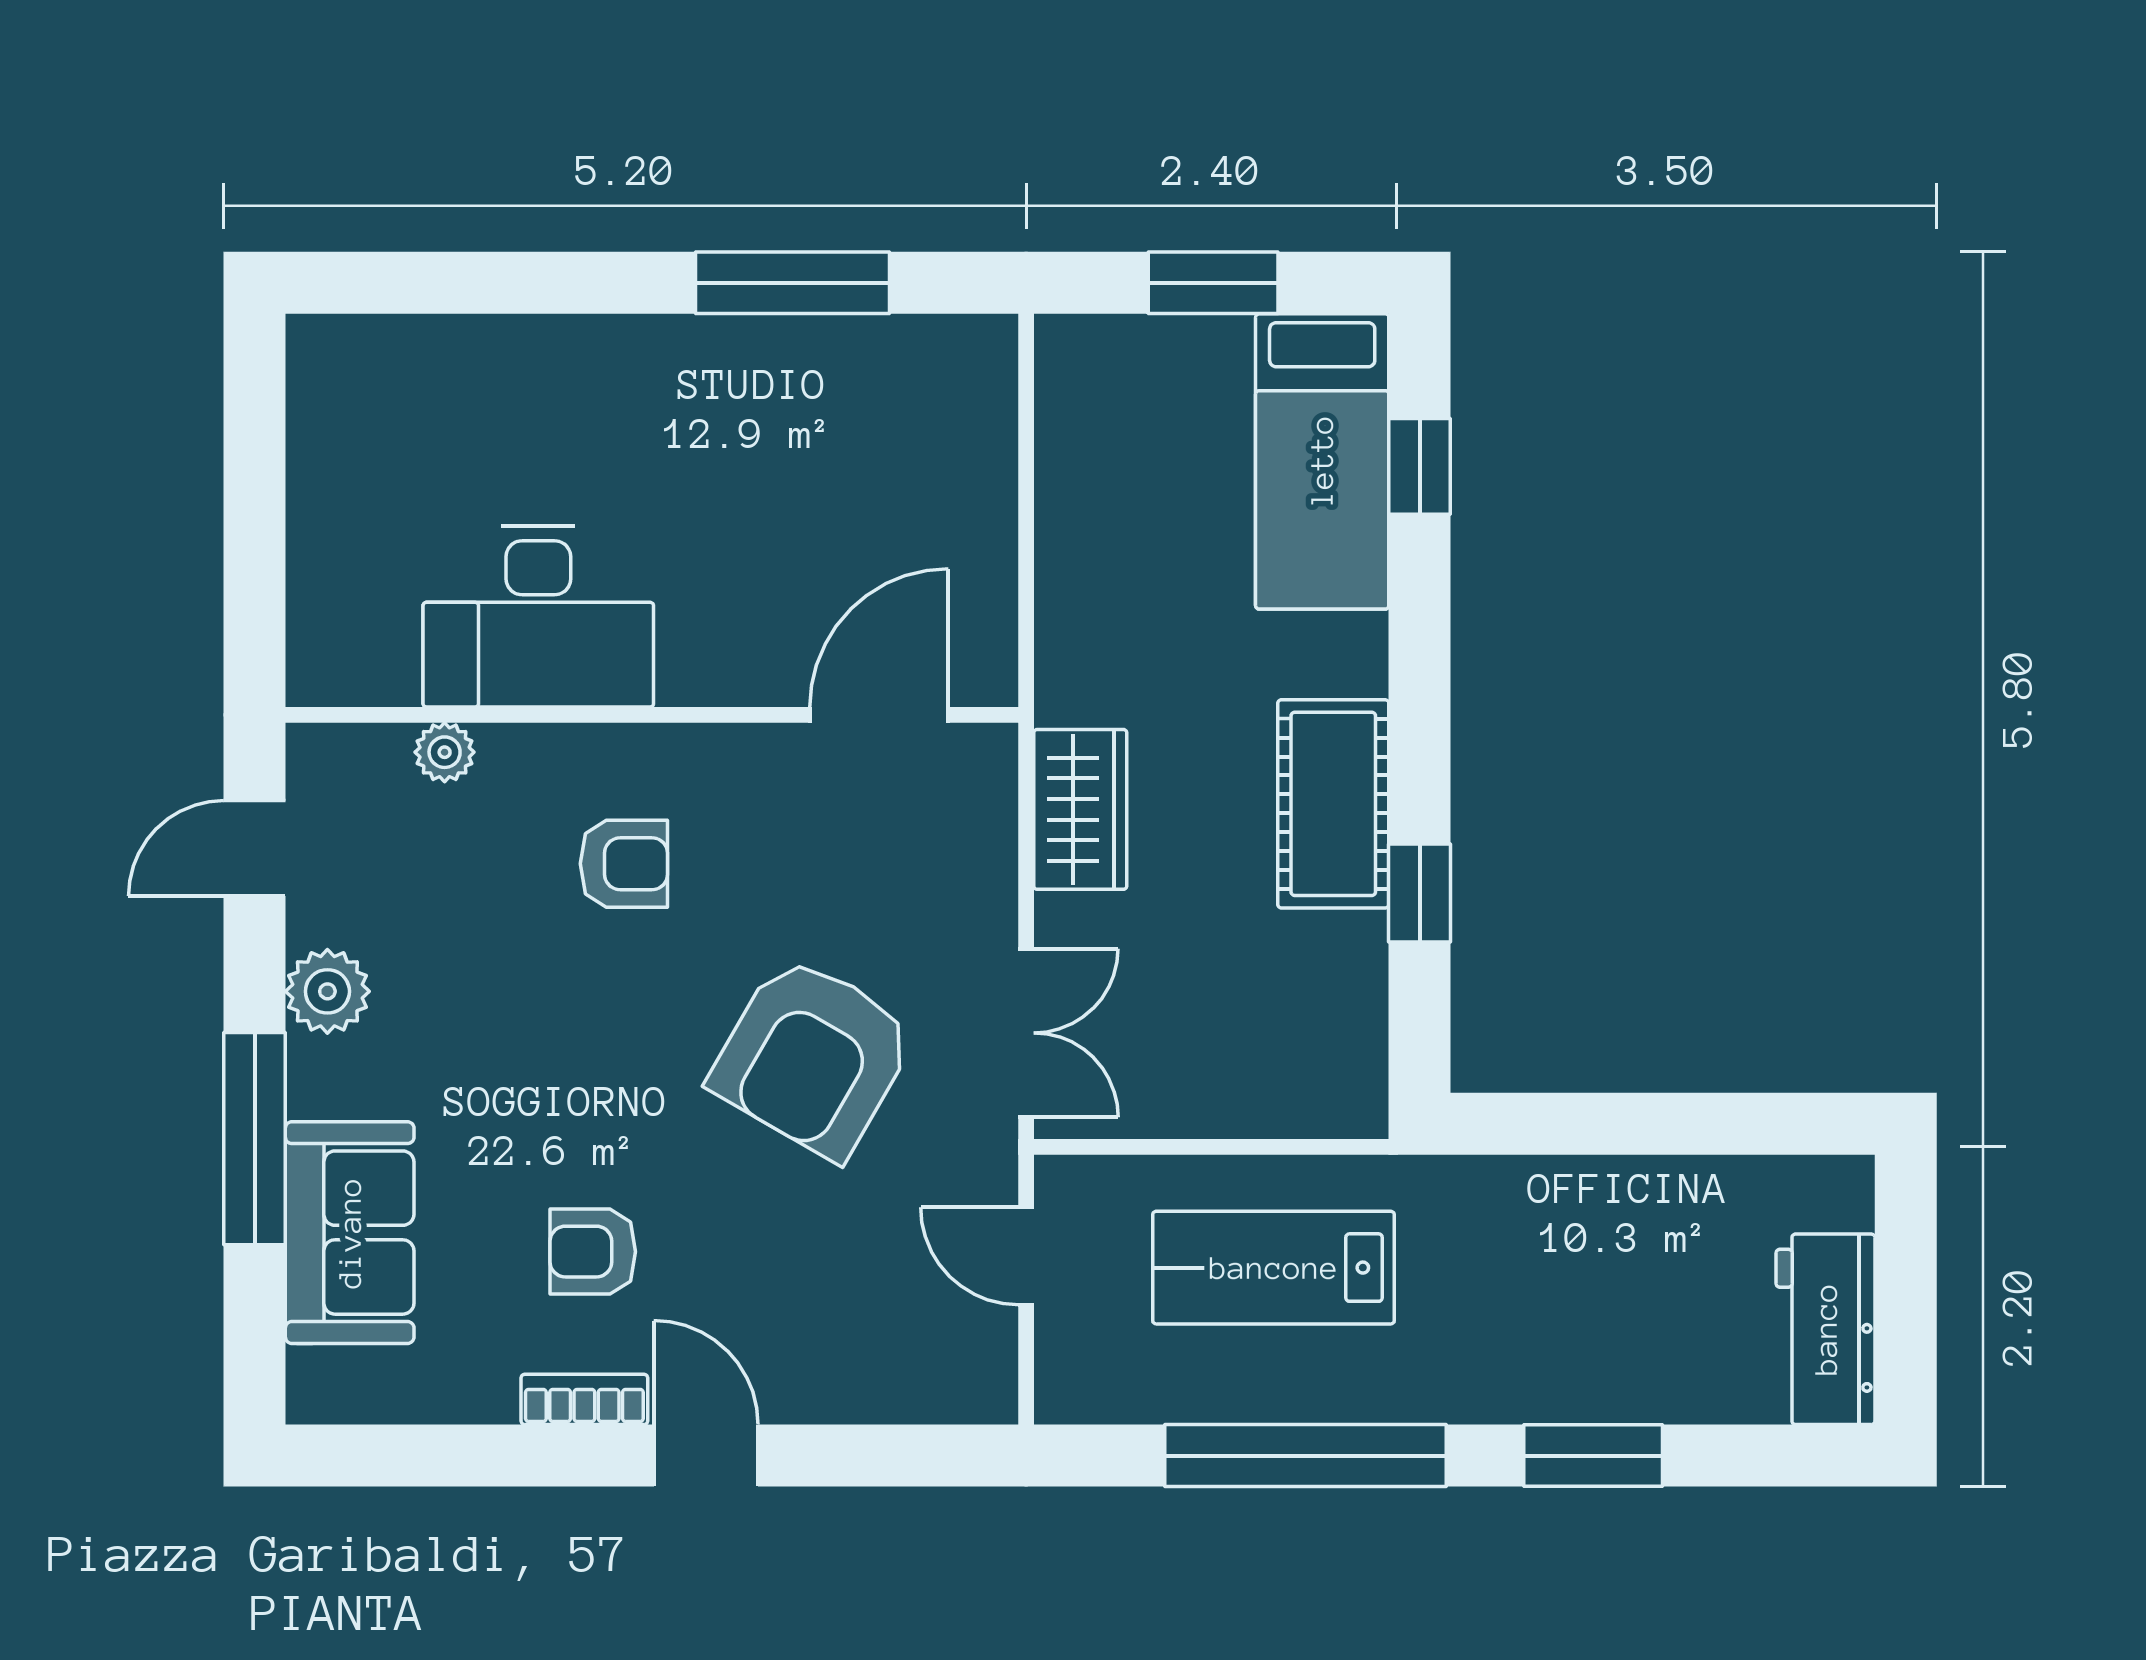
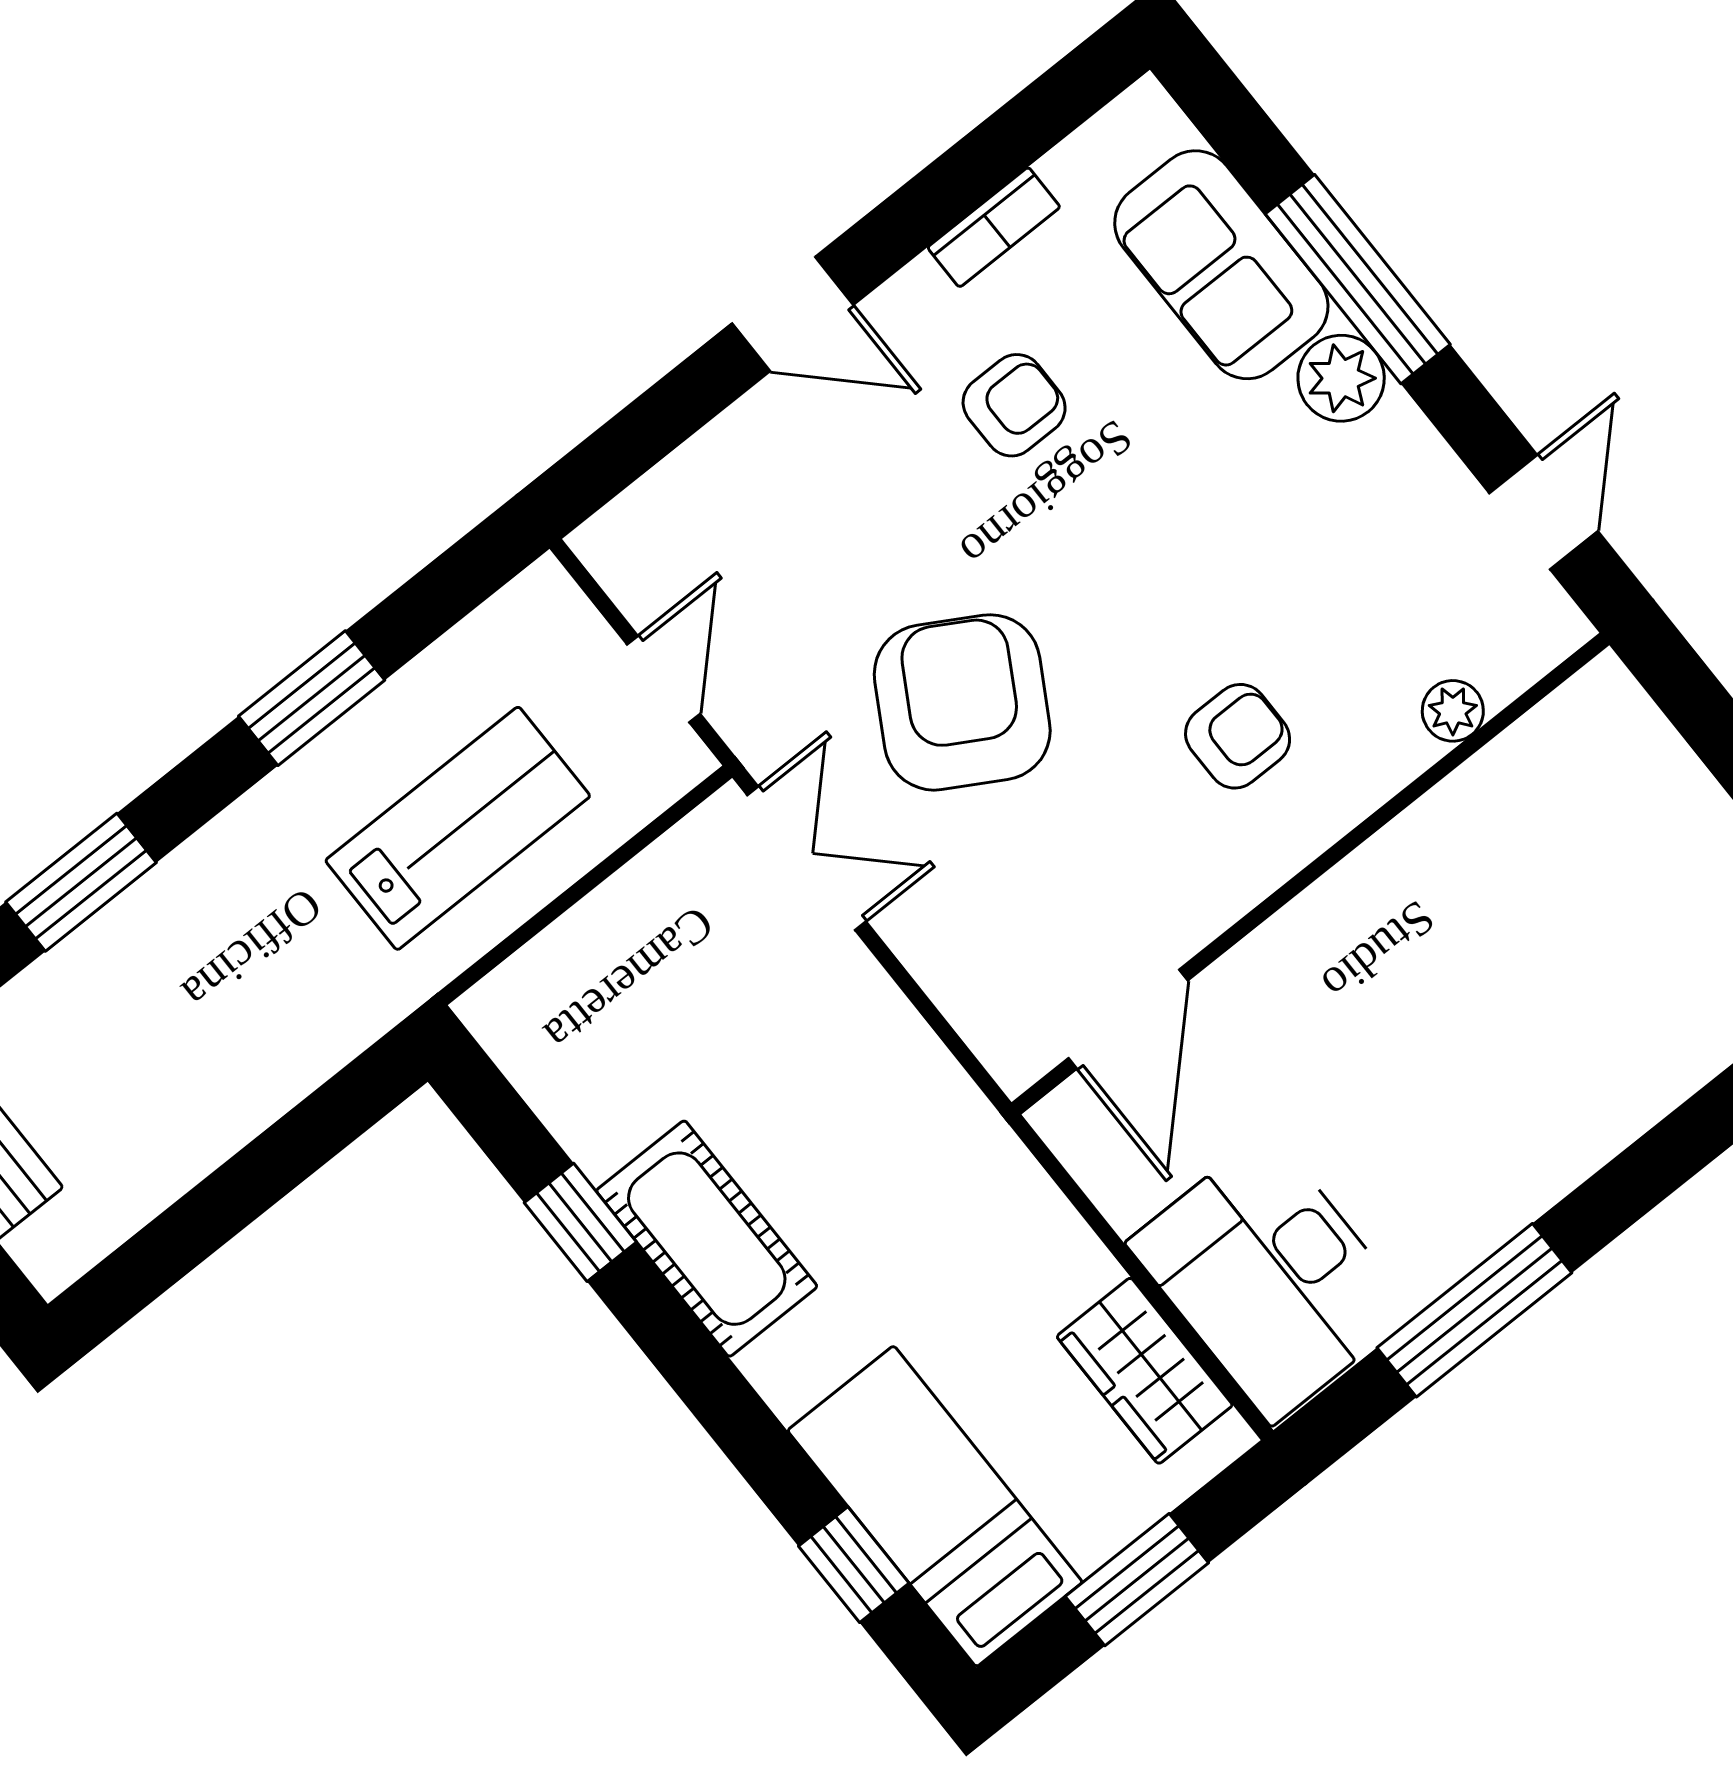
desk: (538, 617) -> (1270, 1277), moved, turned -90
wardrobe: (1080, 809) -> (1145, 1371), moved
armchair: (624, 864) -> (1238, 736), turned 180
plant: (327, 991) -> (1341, 378), moved
double door: (1026, 1033) -> (807, 858), swing flipped
door: (1026, 1256) -> (664, 679), hinge flipped
bookcase: (584, 1399) -> (994, 227), moved
window: (1306, 1456) -> (312, 698), width x0.47

